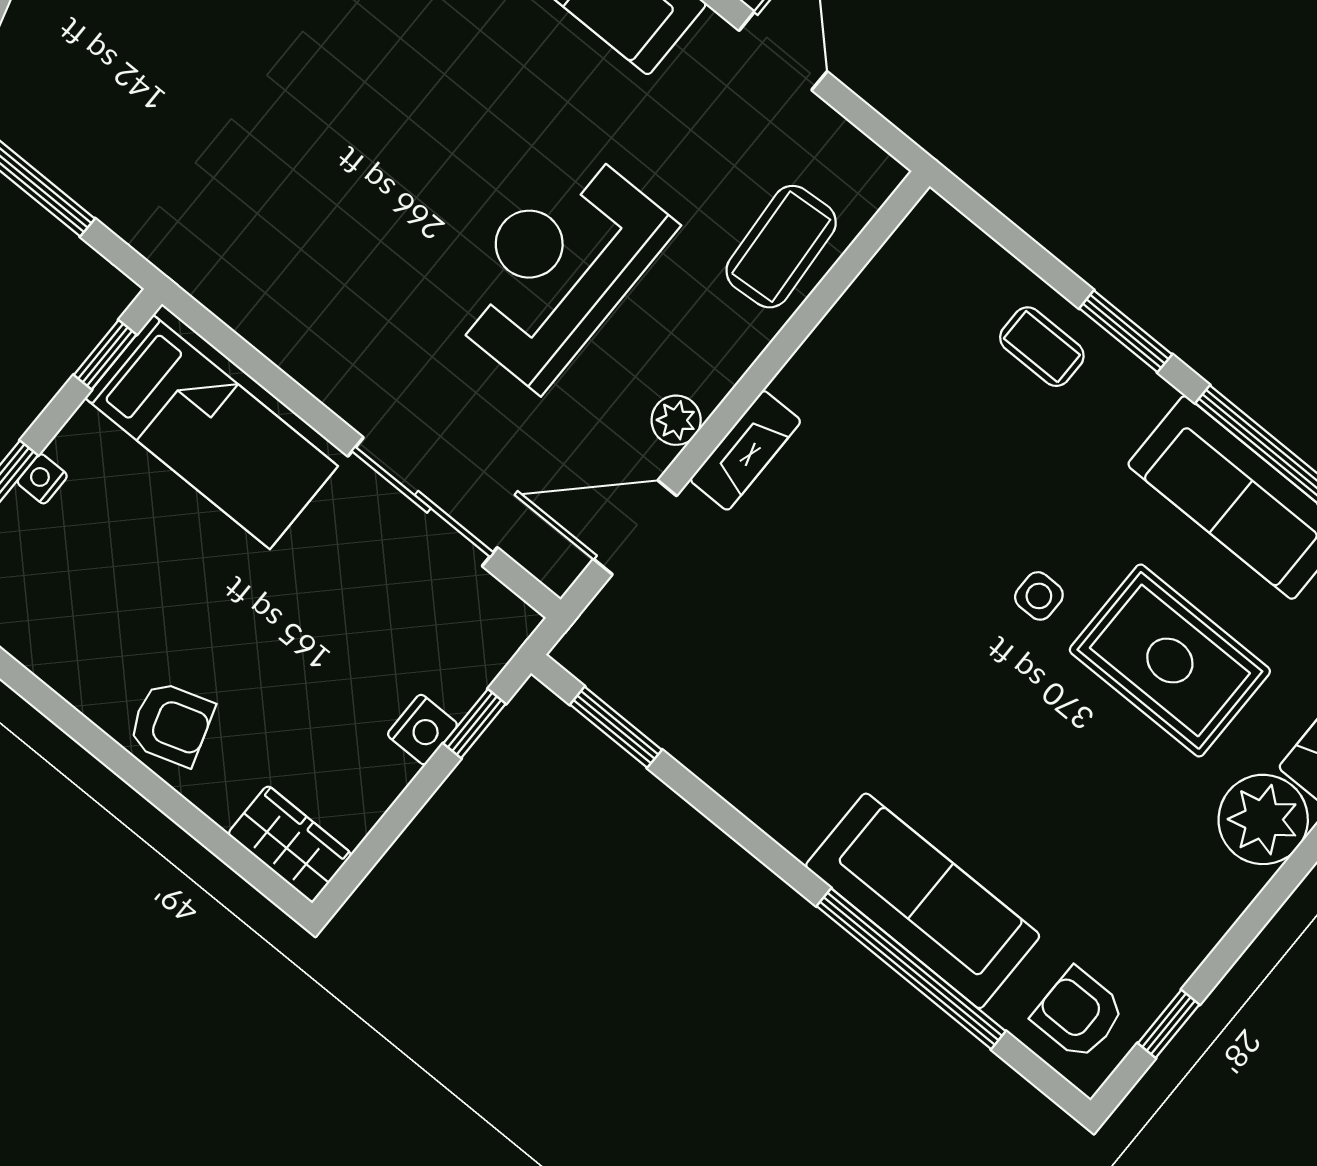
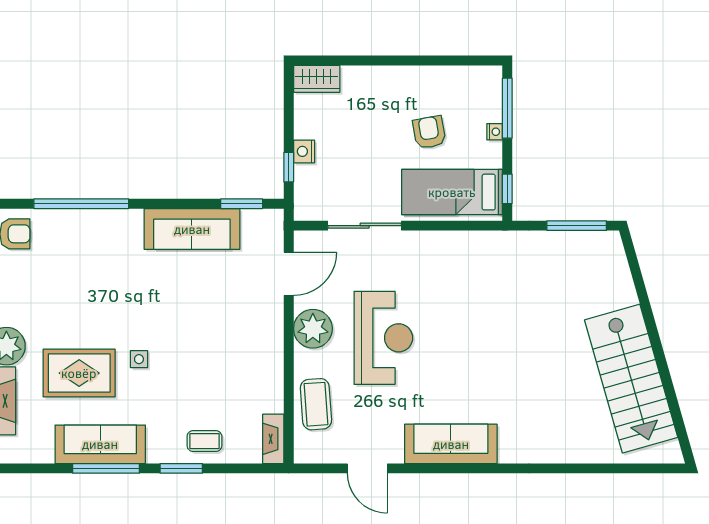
plant: (676, 420) -> (313, 329), width x1.87, depth x1.87
fireplace: (745, 450) -> (273, 439), moved
armchair: (171, 724) -> (429, 132), moved, turned 98
sofa: (923, 901) -> (192, 229), moved

